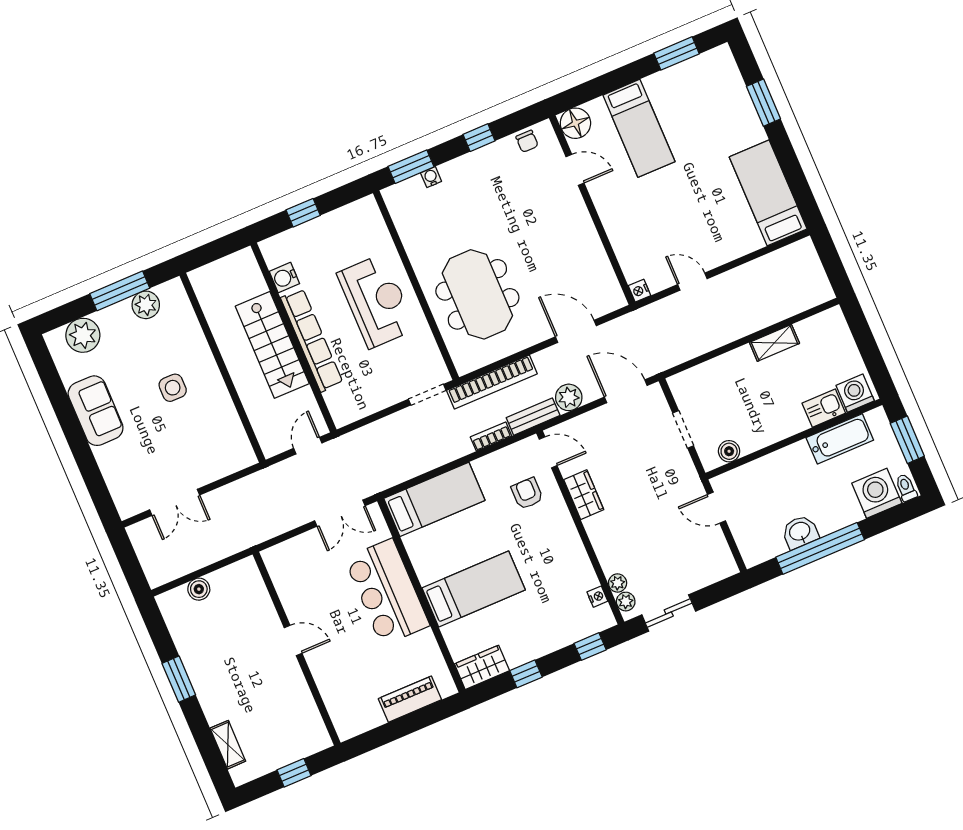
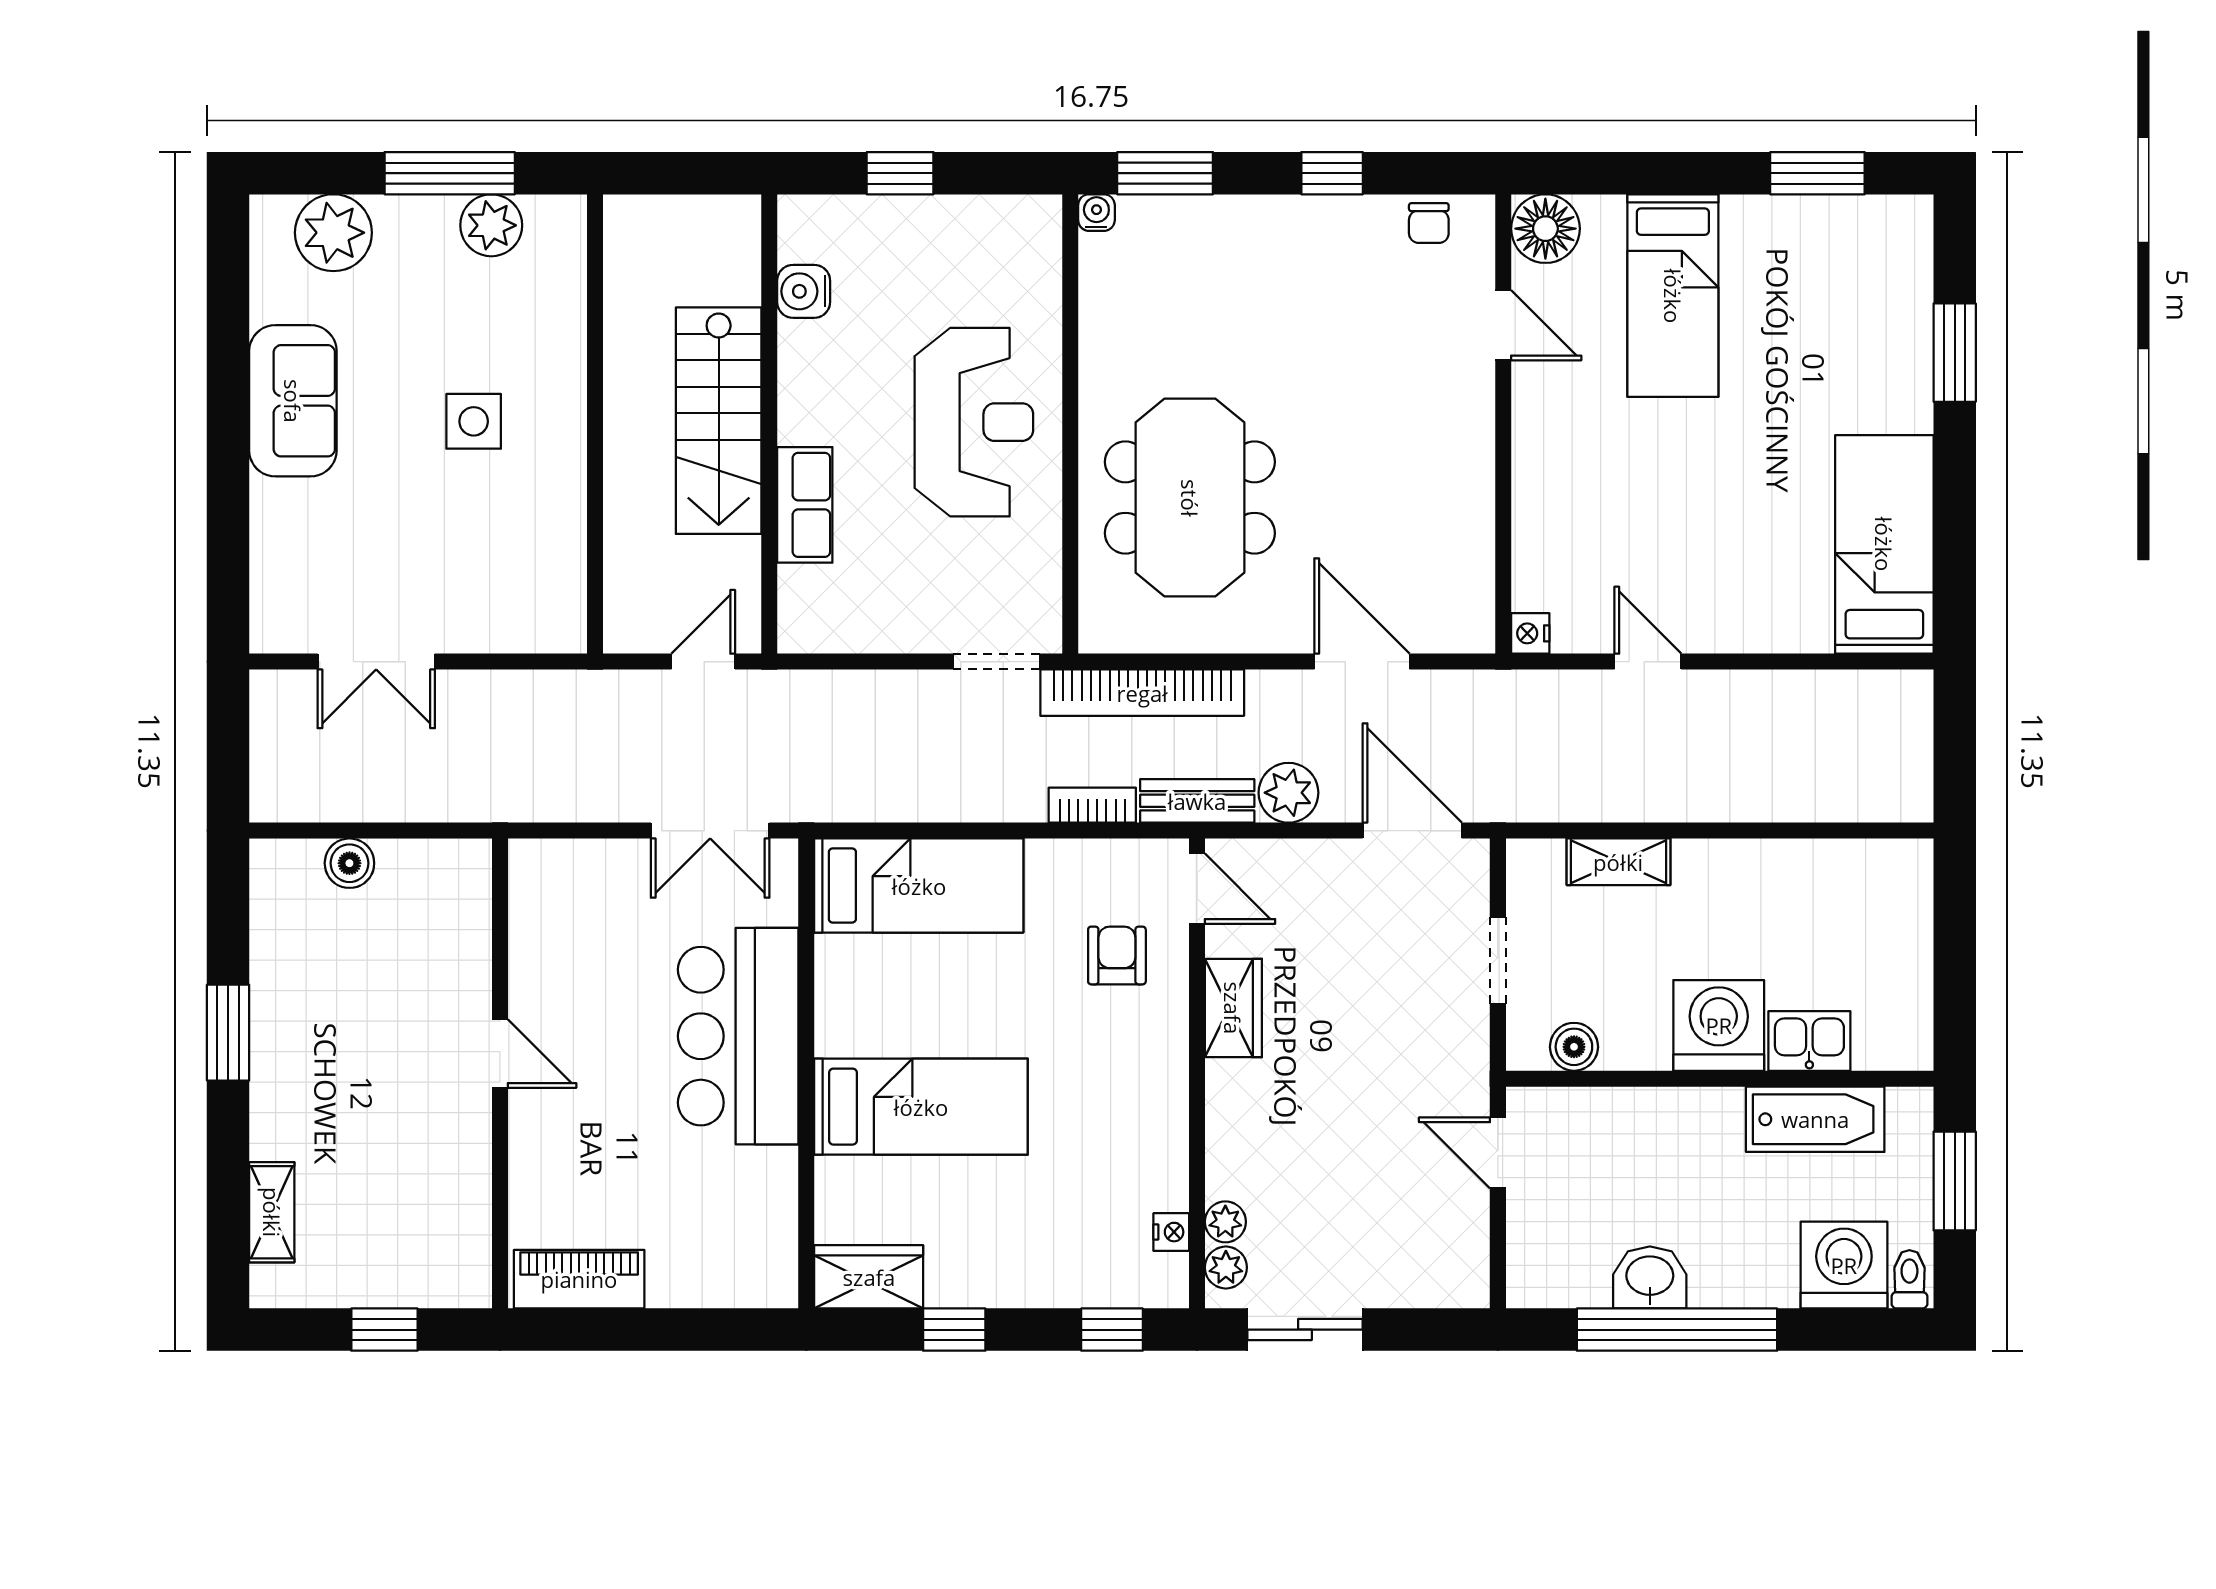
water cooler: (431, 177) -> (1096, 213), moved
row of seats: (312, 340) -> (805, 505), width x0.50
shelving: (774, 343) -> (1618, 862), moved
washing machine: (855, 393) -> (1719, 1025), moved, width x1.37, depth x1.37
piano: (410, 699) -> (579, 1279), moved

